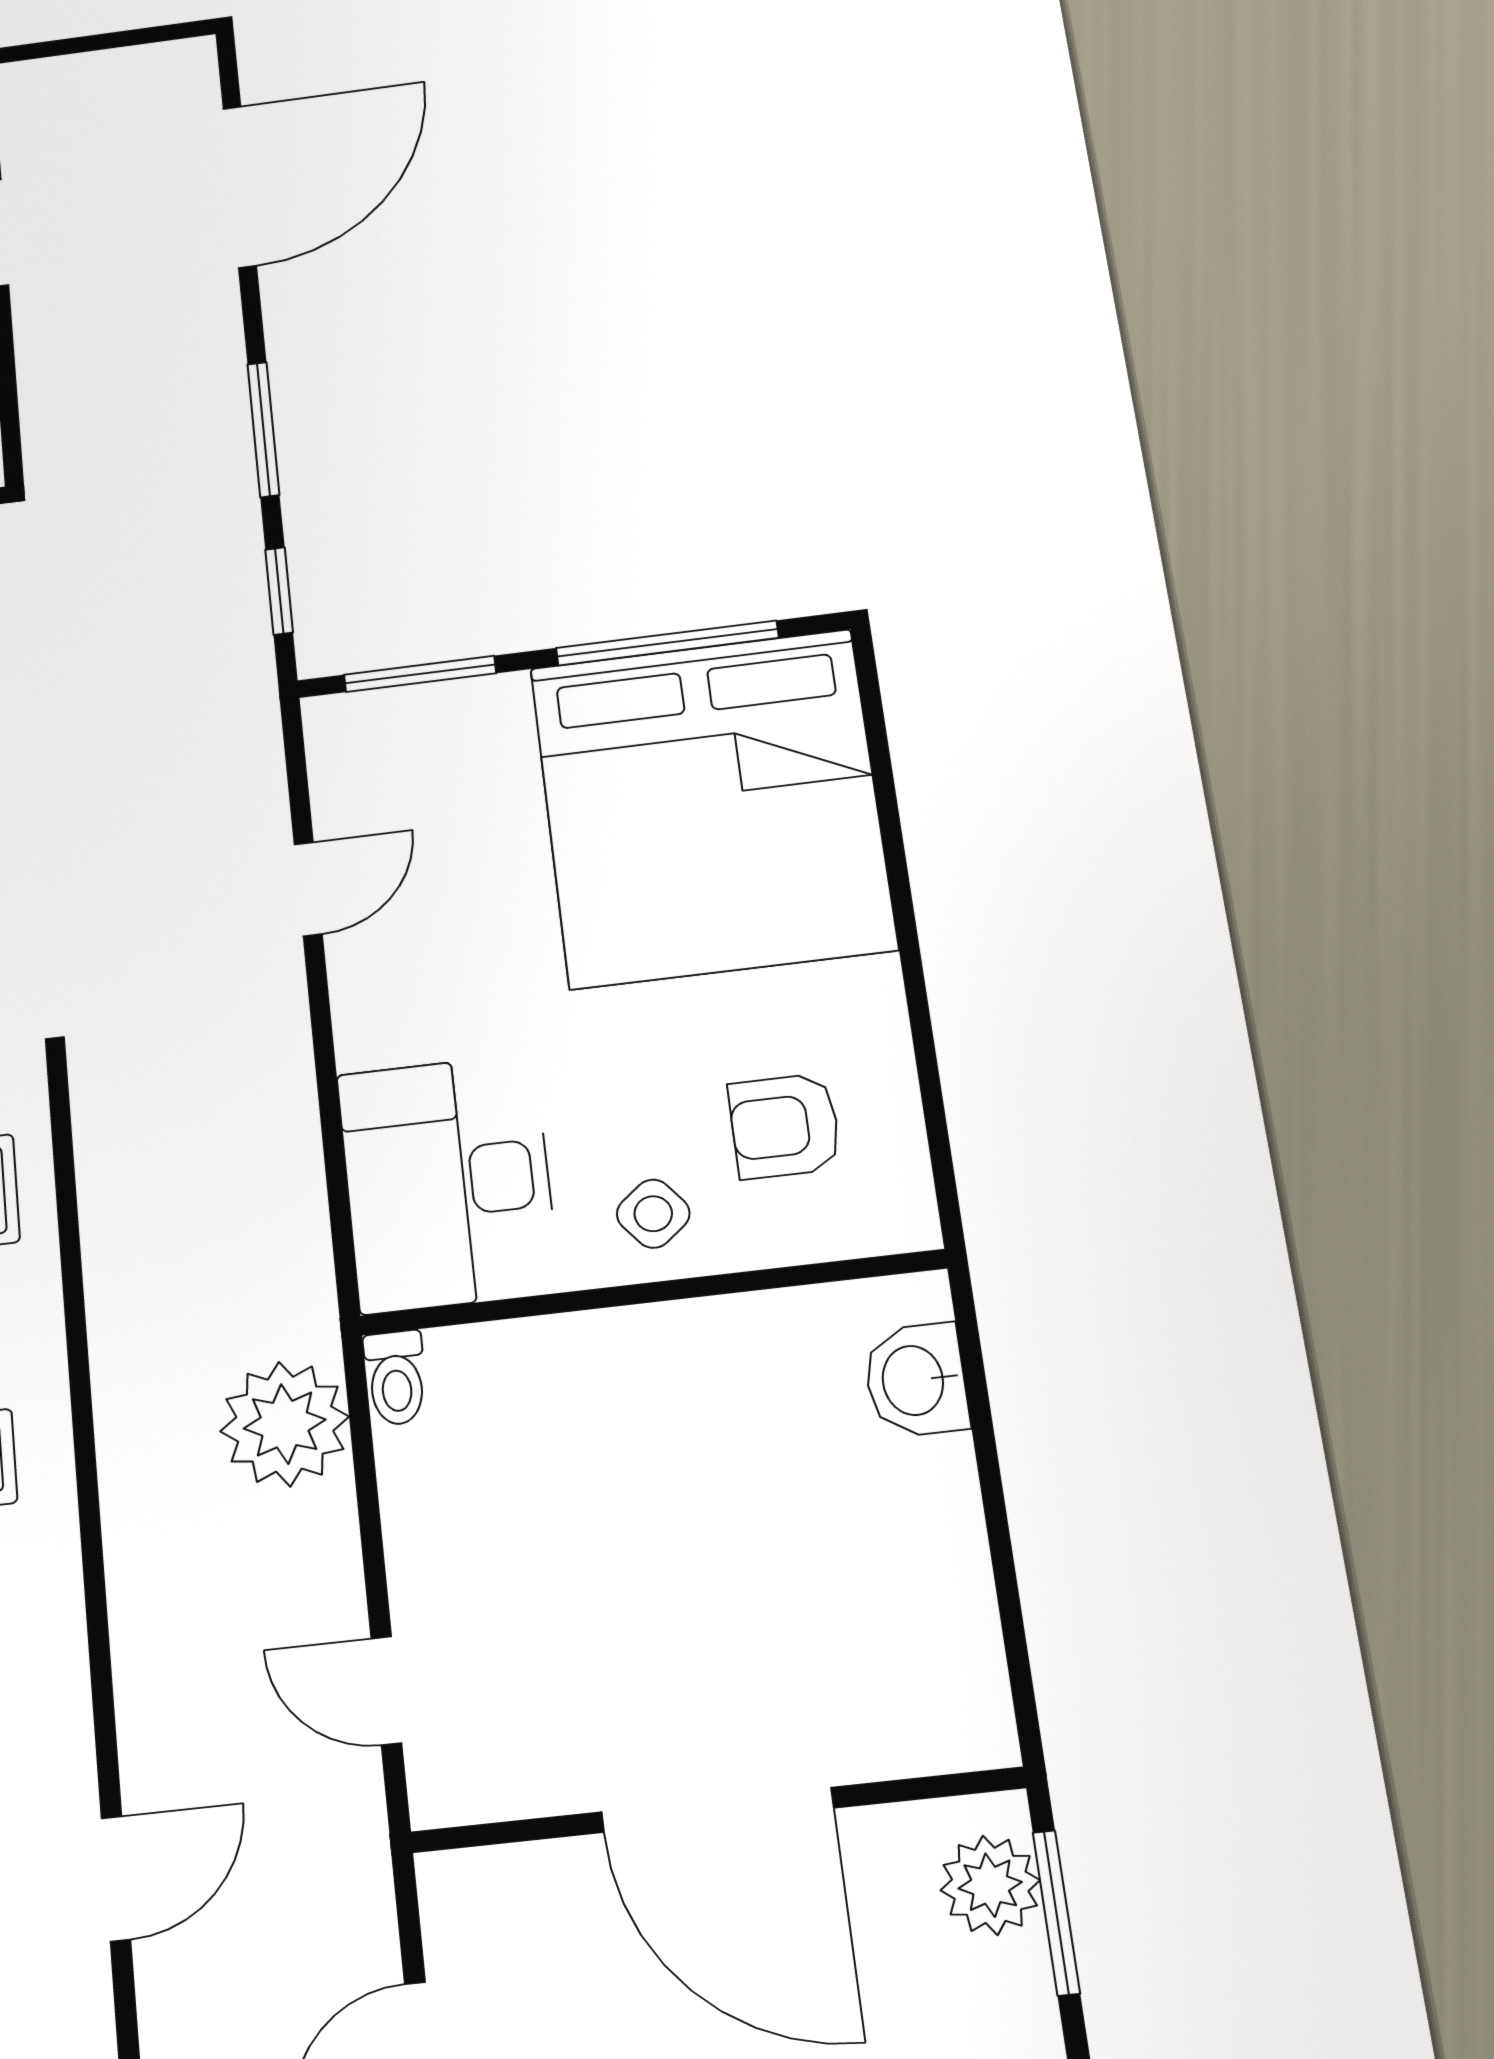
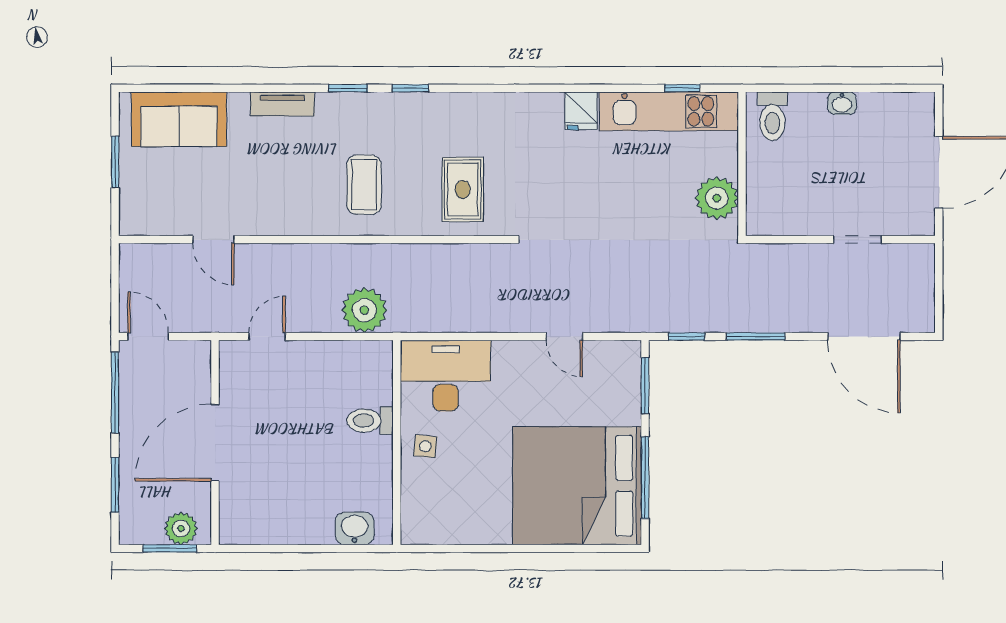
armchair: (785, 1126) -> (452, 496), removed
side table: (653, 1214) -> (425, 446), turned 45
toilet: (396, 1378) -> (370, 421), moved, width x1.37, depth x1.39

